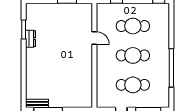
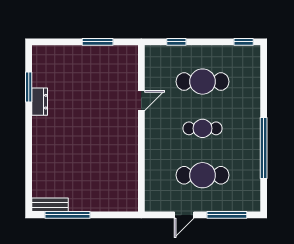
door: (94, 38) -> (141, 101), hinge flipped
cafe table: (133, 55) -> (203, 128), width x0.73, depth x0.74

